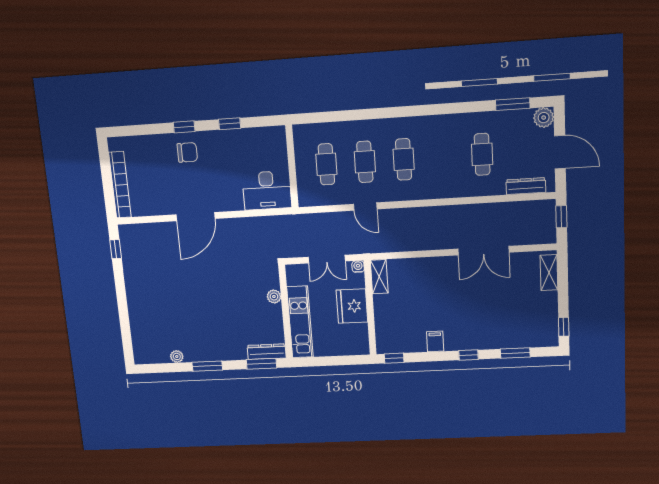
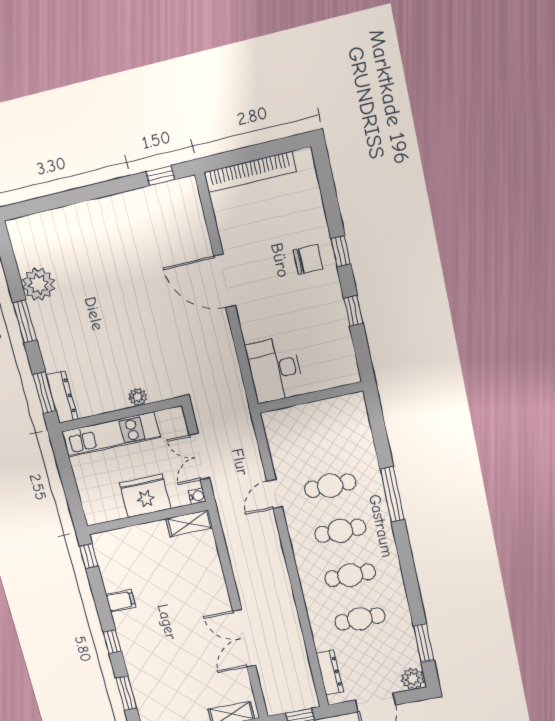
window: (379, 113) -> (392, 494), added
chair: (187, 152) -> (308, 259), turned -90
cafe table: (326, 164) -> (350, 575), moved
plant: (177, 356) -> (38, 284), width x1.87, depth x1.87

